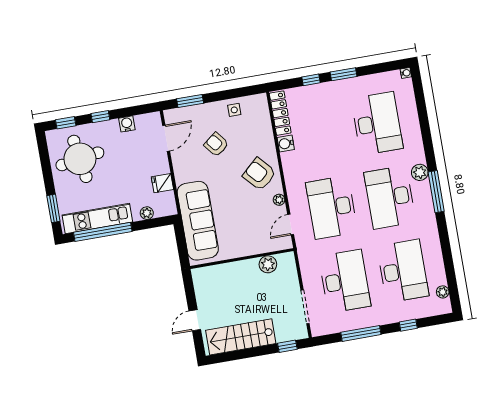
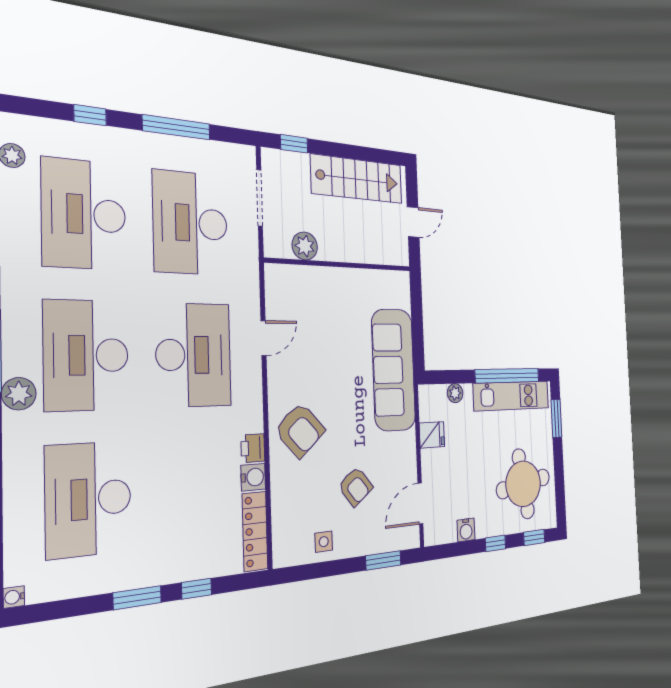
printer: (288, 160) -> (253, 448), added
desk: (390, 197) -> (86, 355), turned 180
plant: (279, 200) -> (276, 383), removed
wall: (242, 259) -> (340, 265), moved
plant: (268, 264) -> (305, 246), moved

